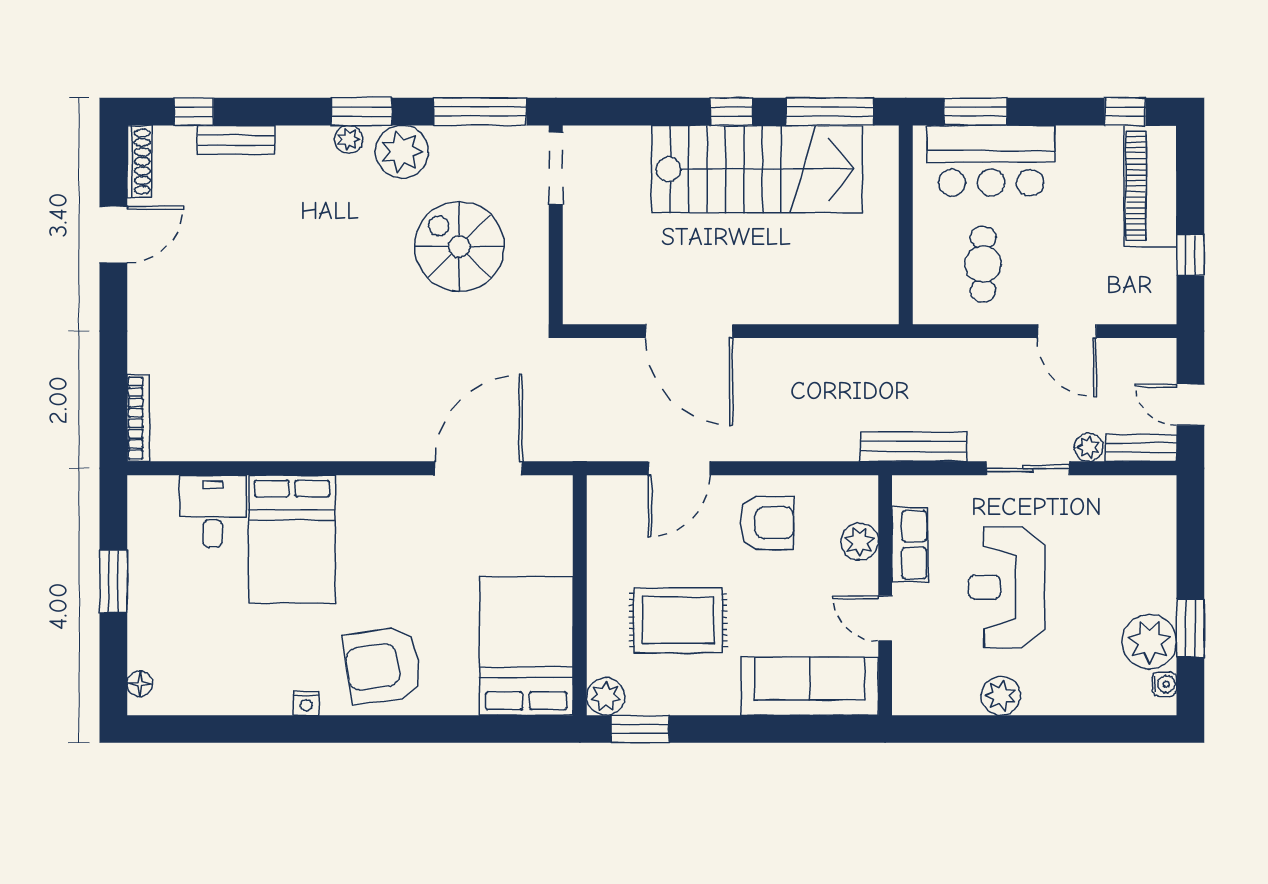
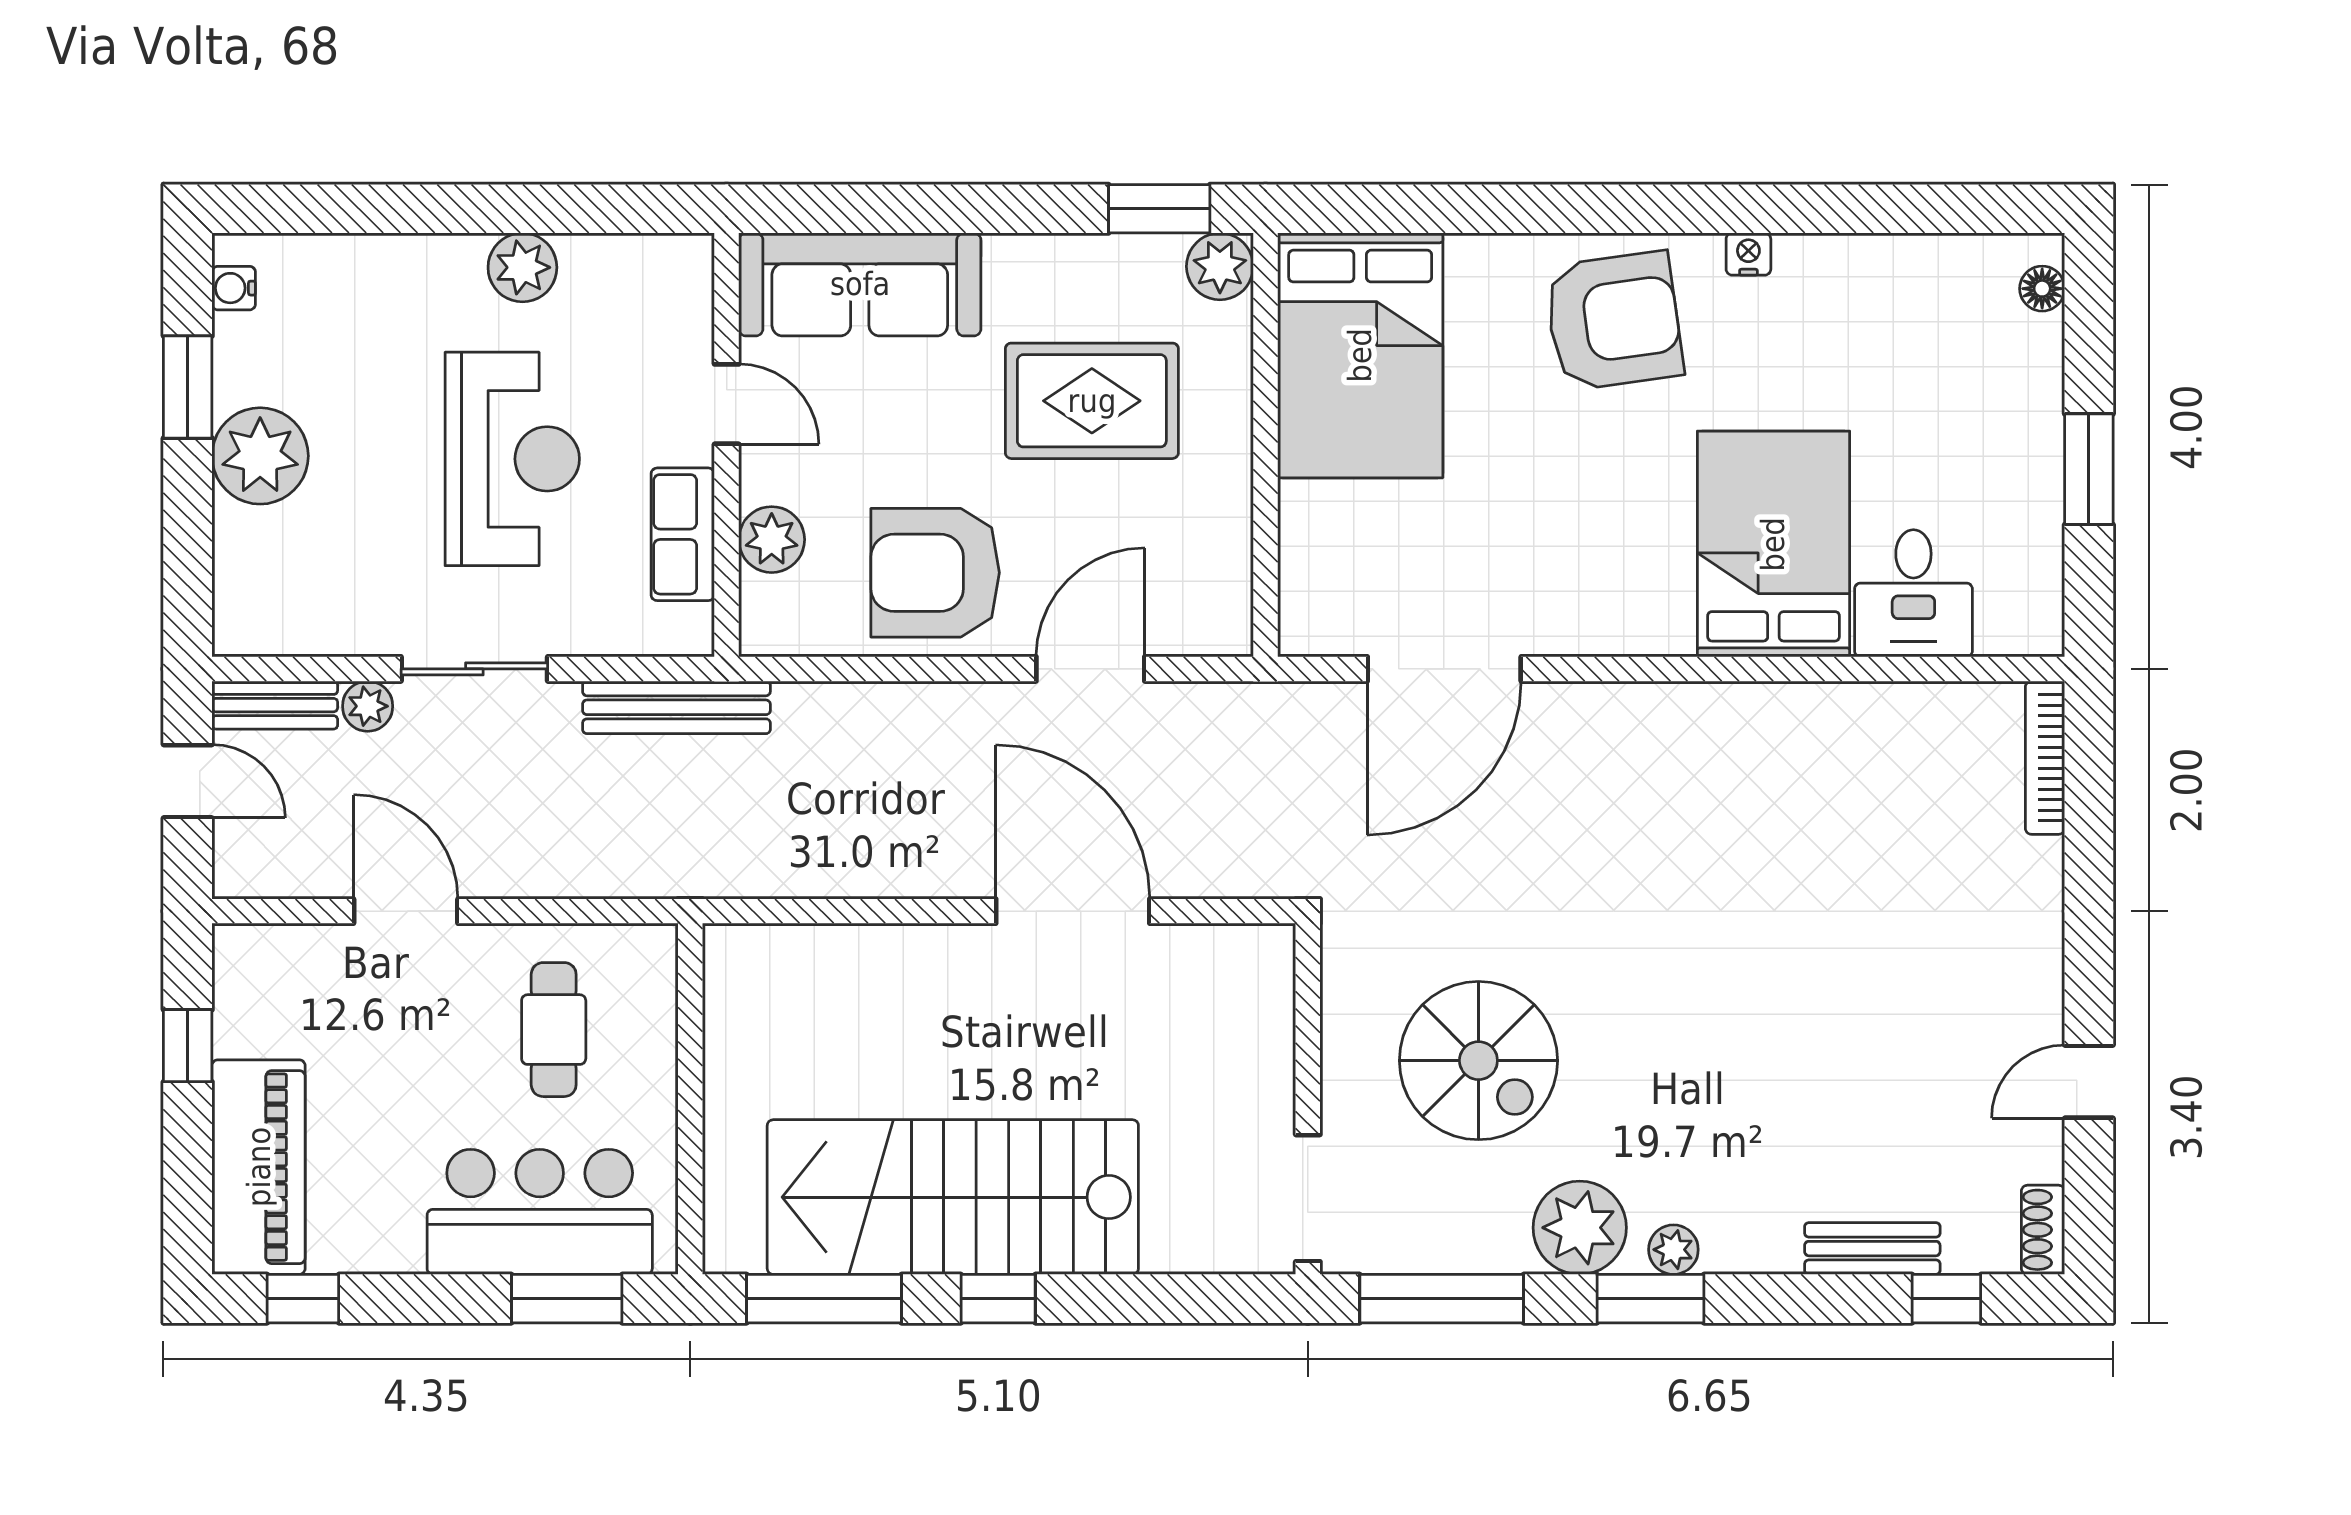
shoe rack: (139, 161) -> (2043, 1230), width x0.70
door: (113, 235) -> (2089, 1082), width x0.73
armchair: (767, 523) -> (935, 573), width x1.36, depth x1.36
plant: (1149, 642) -> (260, 456), moved

